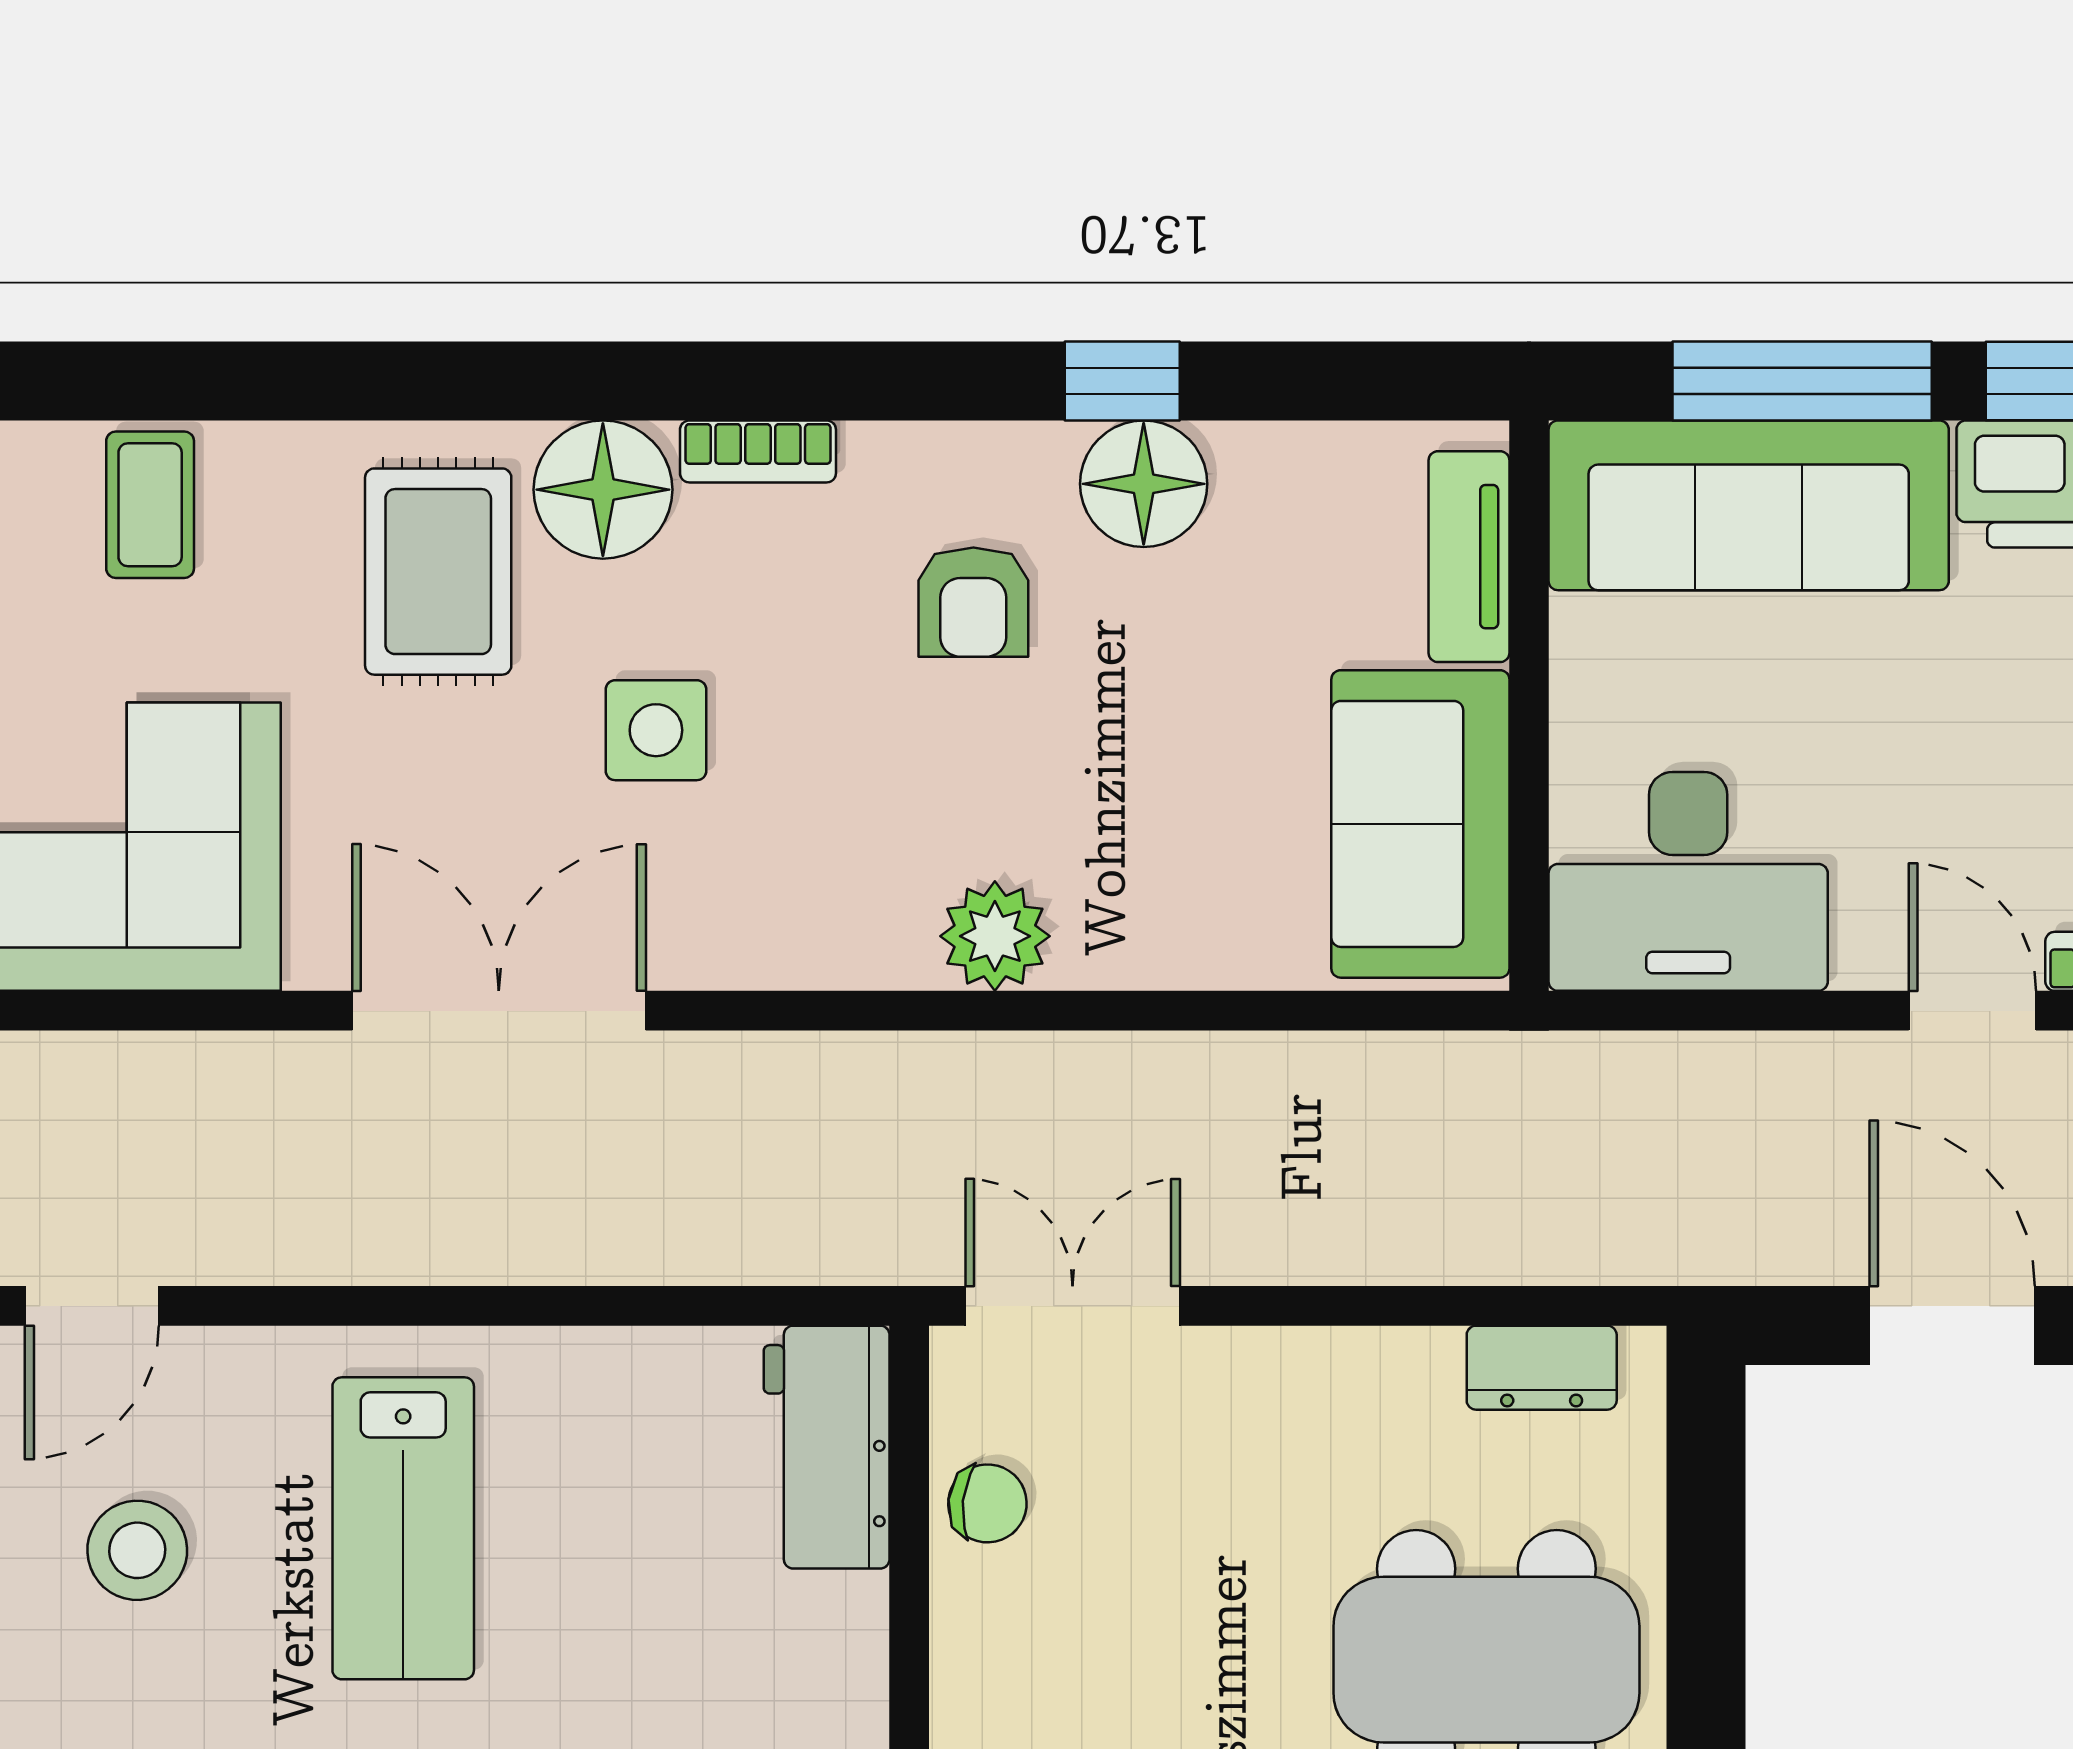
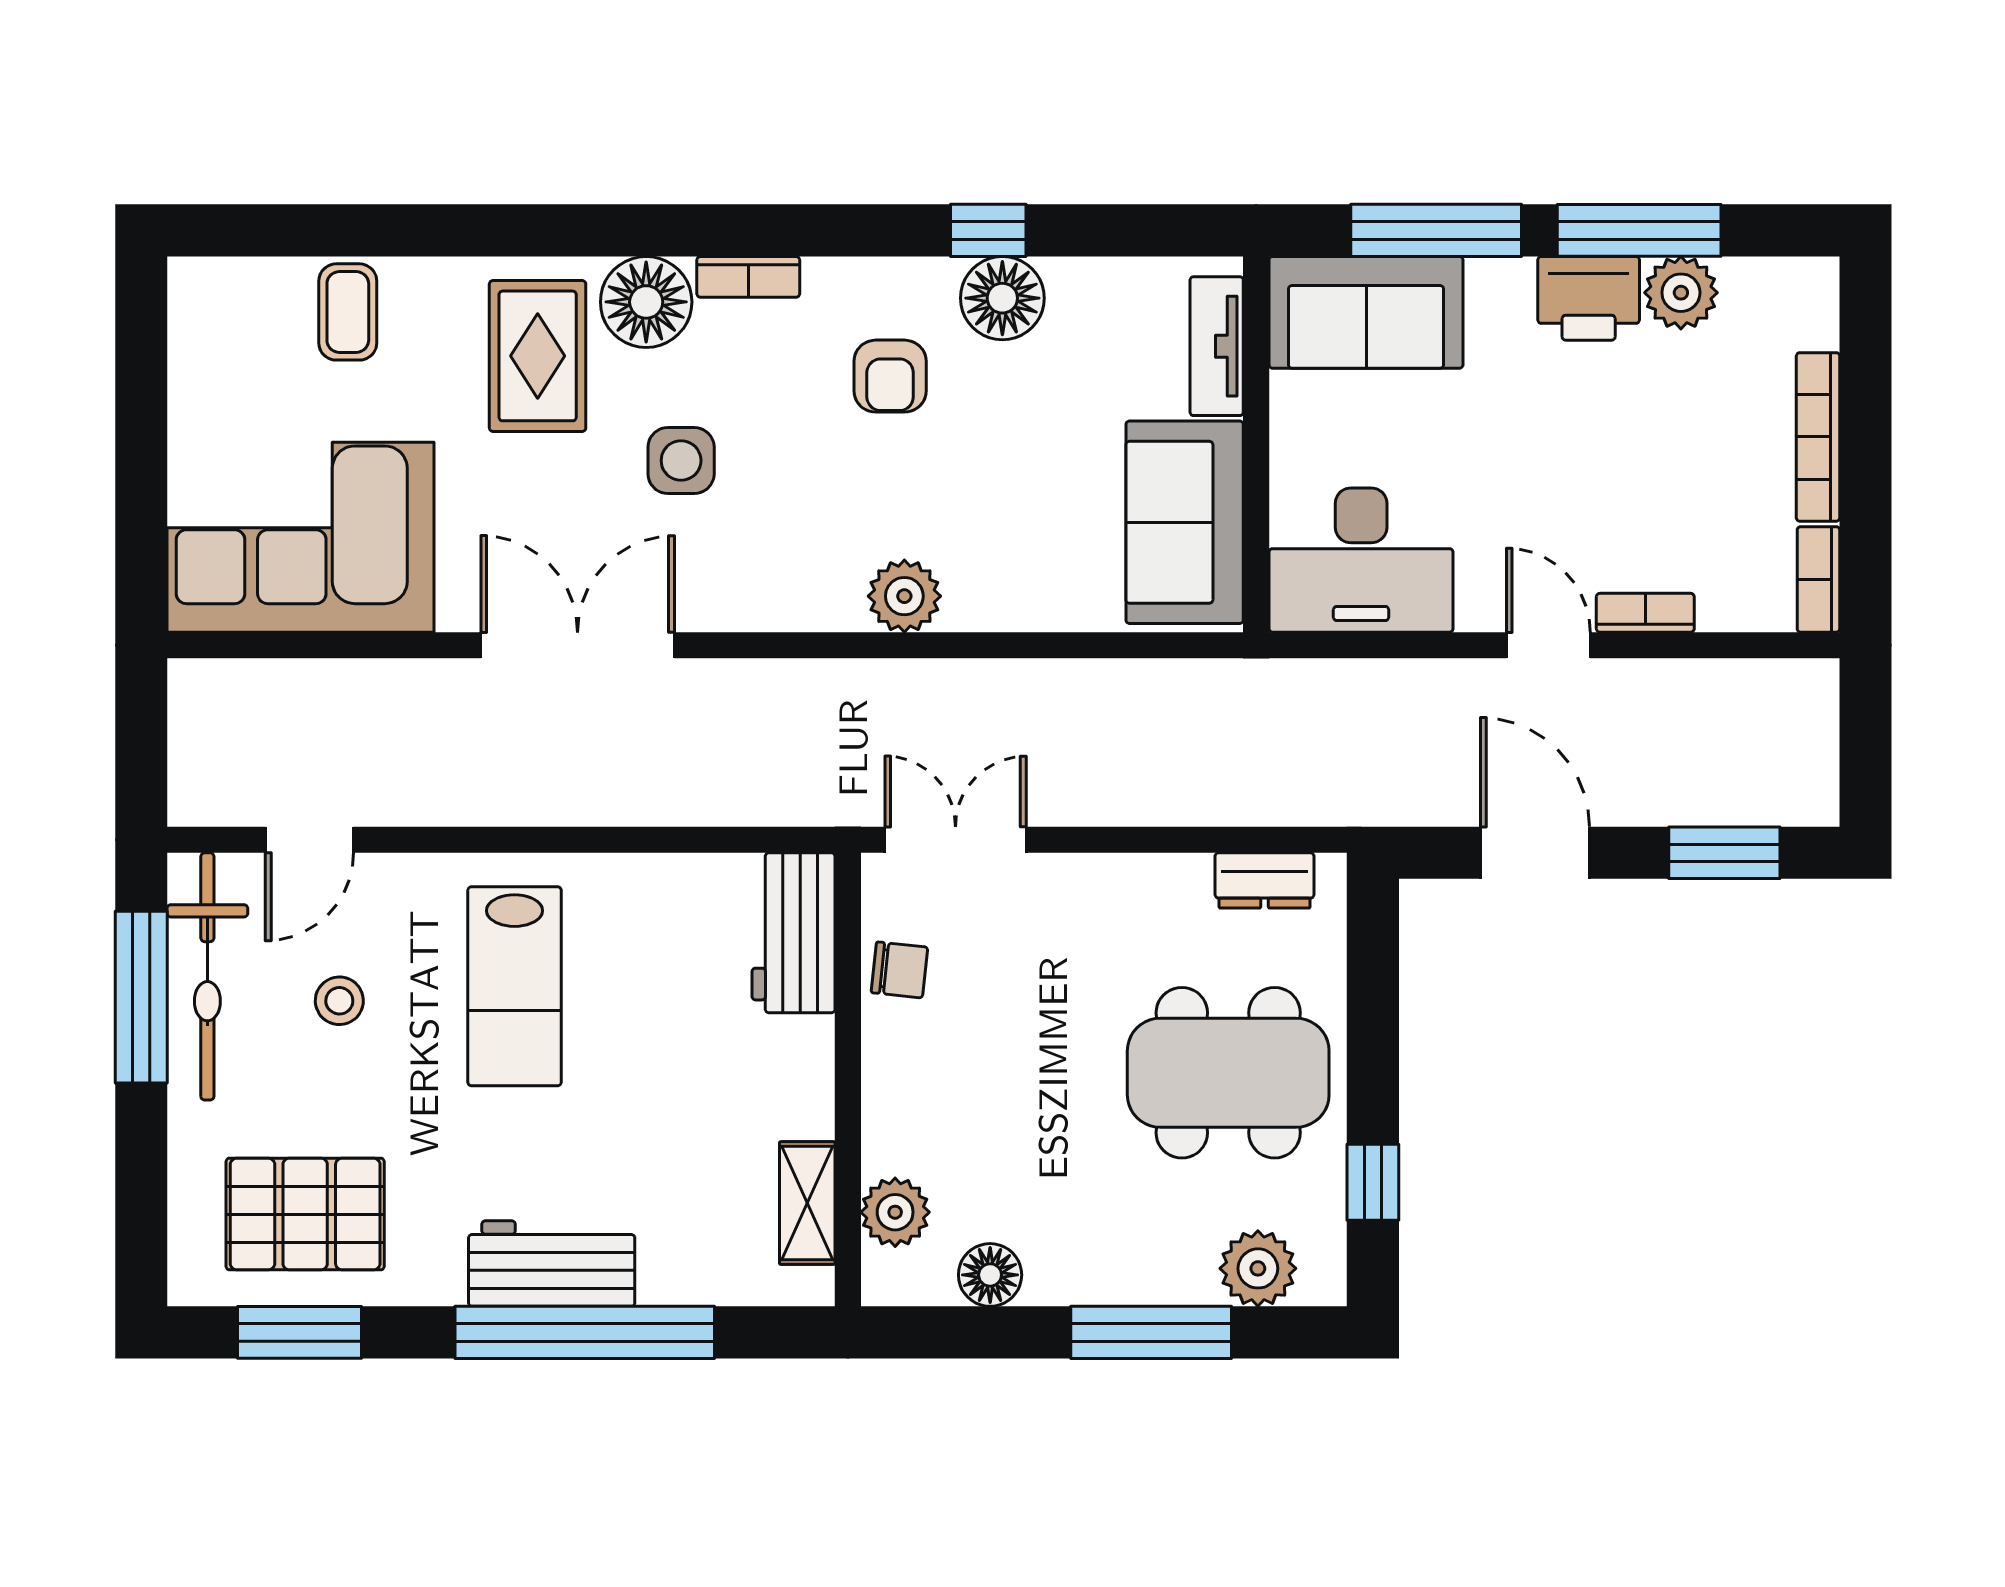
sofa: (1749, 505) -> (1366, 312), width x0.73
stool: (137, 1550) -> (339, 1001), width x0.73, depth x0.73

